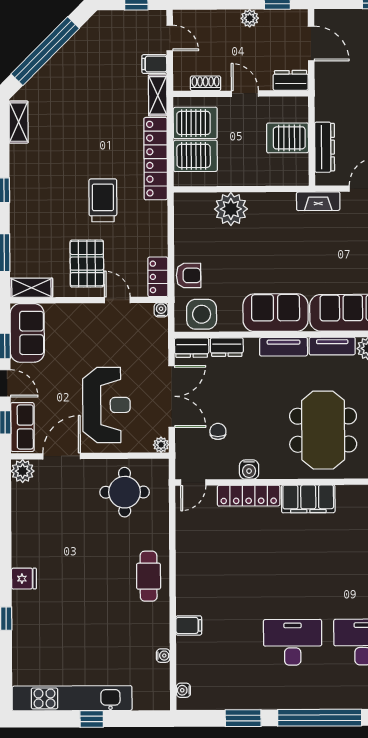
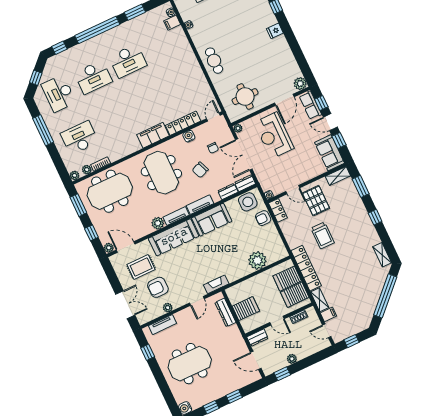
chair: (256, 405) -> (200, 170), added
filing cabinet: (189, 625) -> (172, 23), moved

